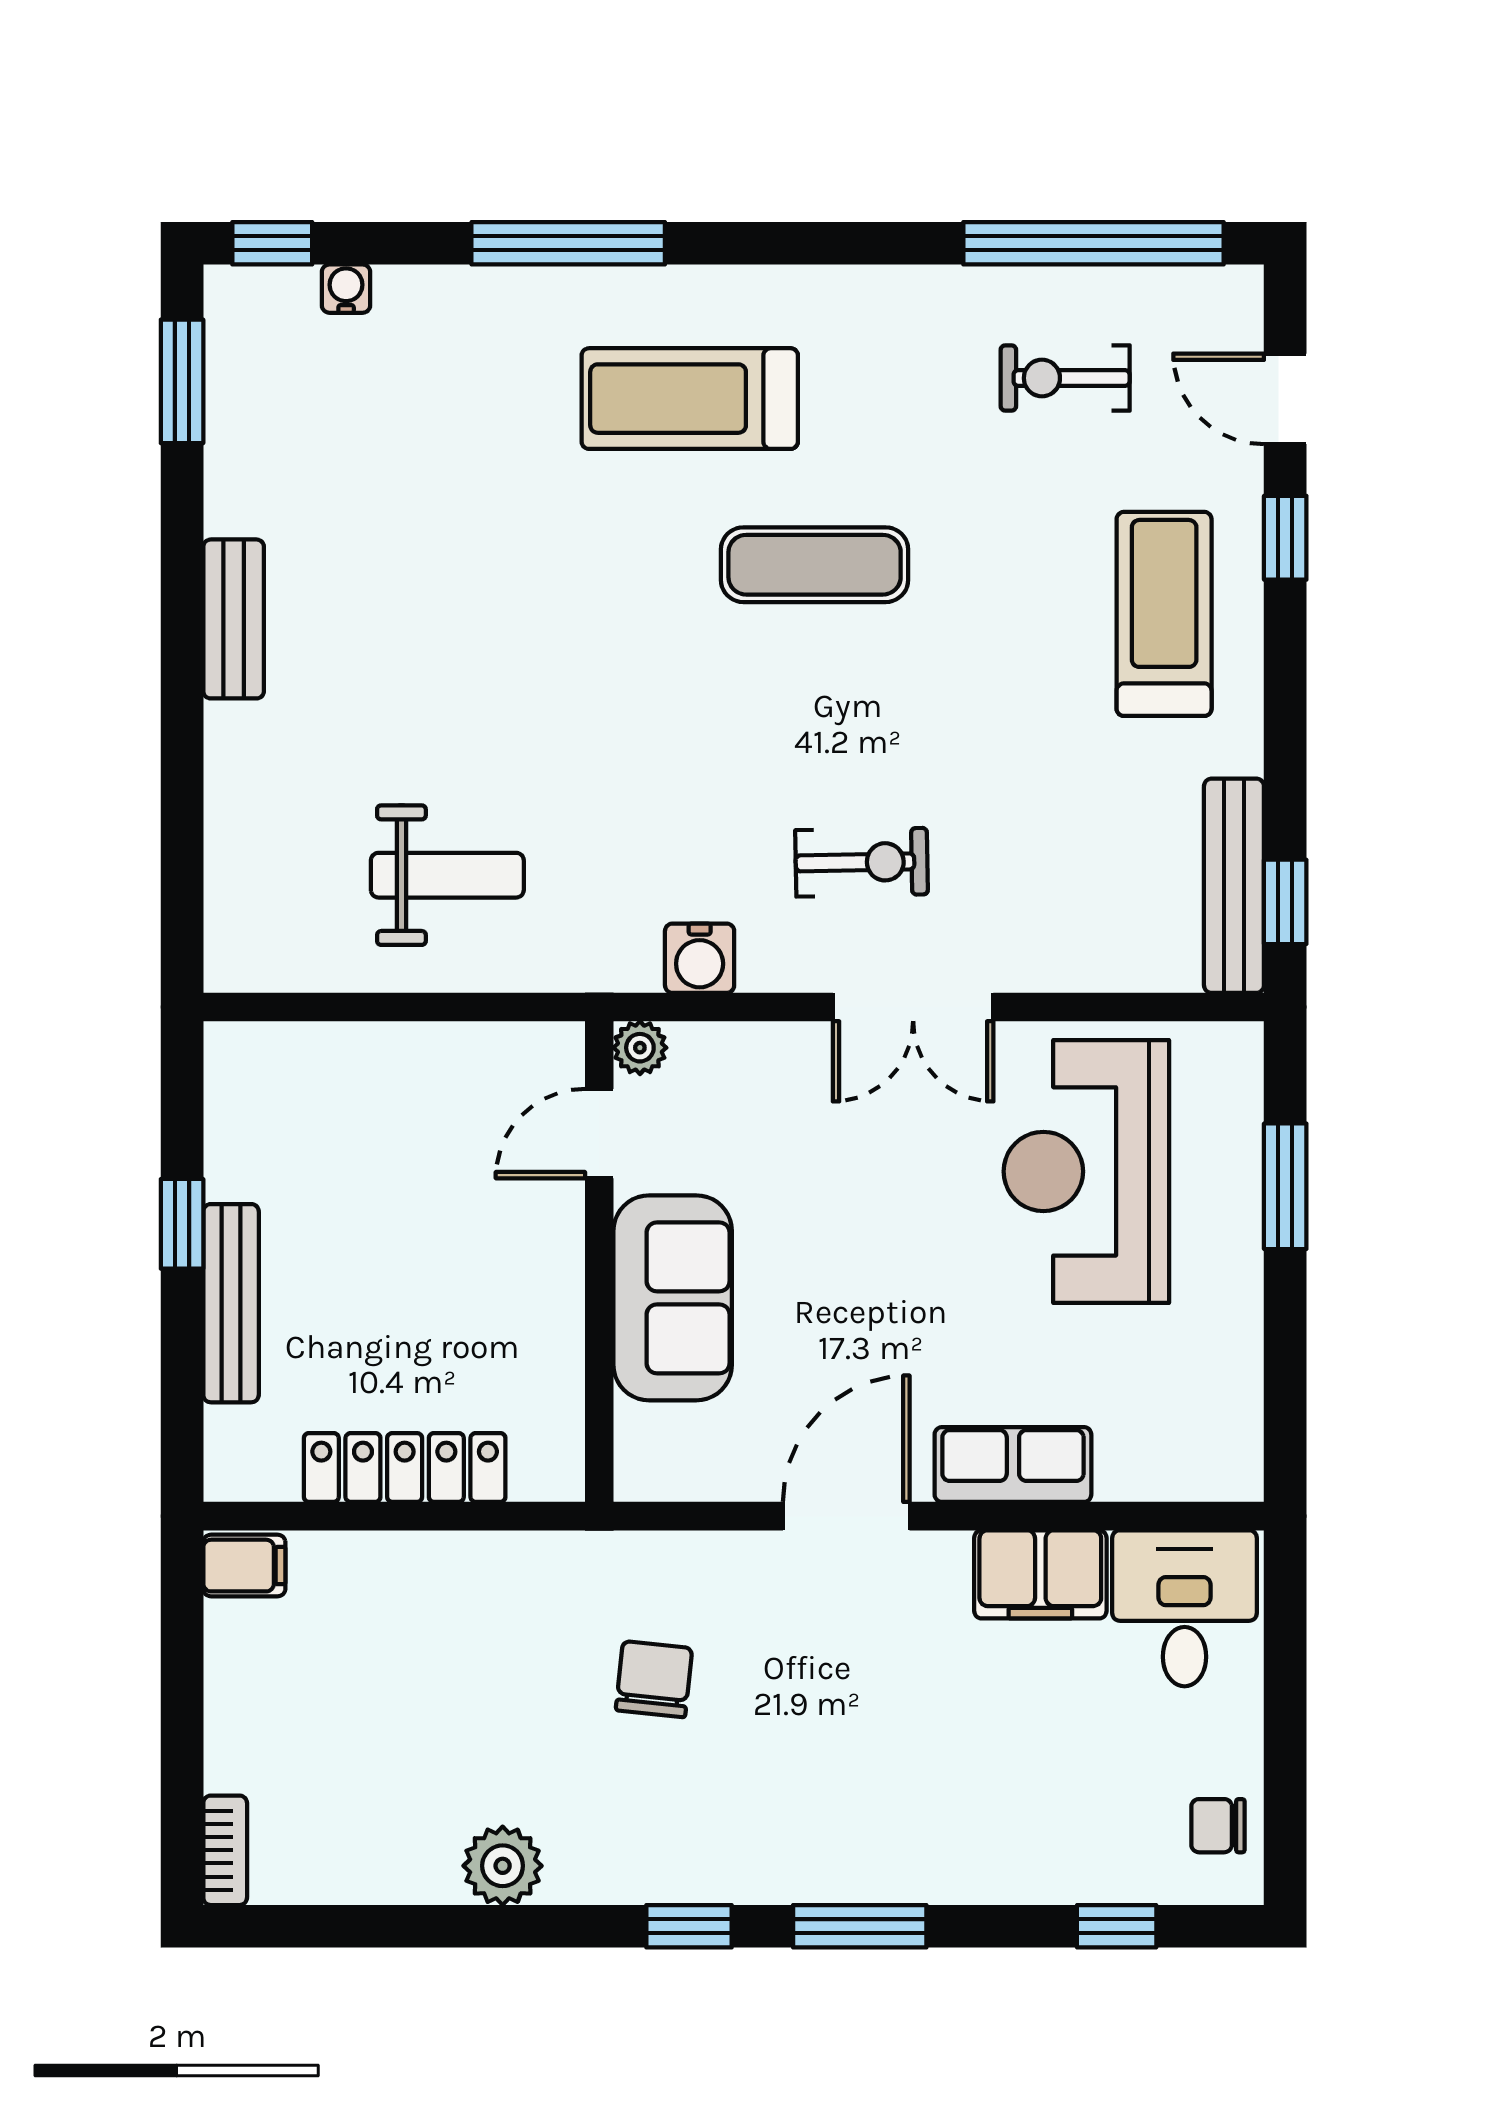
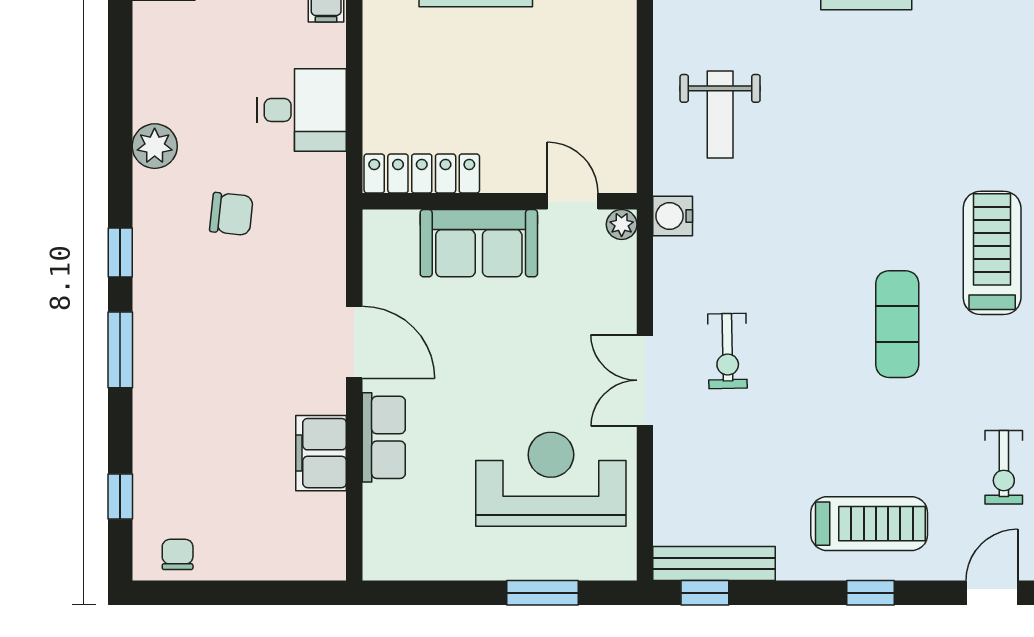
exercise bike: (1065, 378) -> (1004, 467), turned 180
window: (1285, 538) -> (870, 593), moved
water cooler: (700, 958) -> (673, 216), moved
locker: (405, 1468) -> (422, 174), moved, turned -90
desk: (1185, 1608) -> (302, 110), moved
chair: (654, 1679) -> (231, 214), moved

